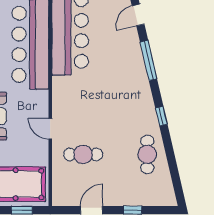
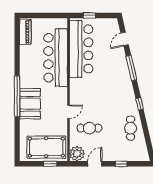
door: (50, 129) -> (68, 112), swing flipped
plant: (64, 194) -> (77, 154), added

